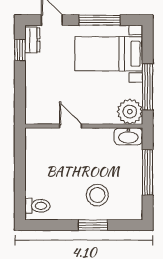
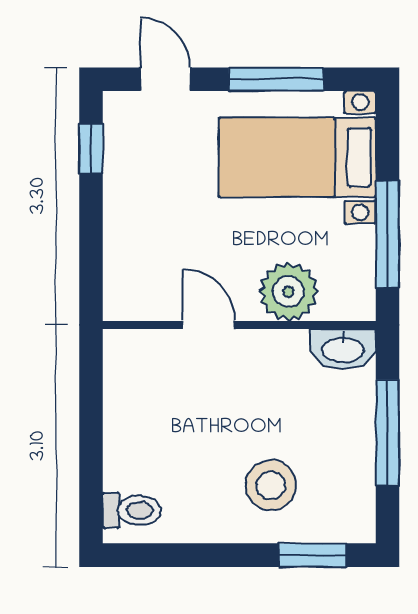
dresser: (32, 40) -> (120, 125), removed
plant: (130, 112) -> (288, 292), moved
window: (93, 225) -> (312, 555), moved

